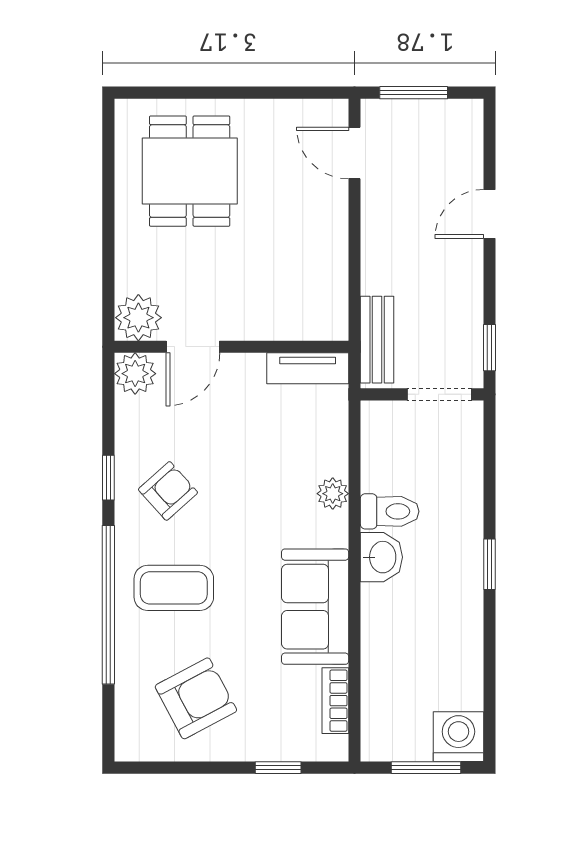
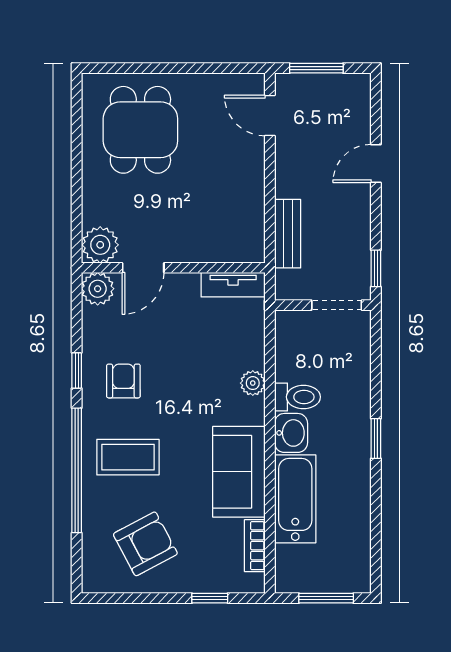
bench: (377, 340) -> (288, 234), moved
armchair: (168, 491) -> (123, 381), turned -48
bathtub: (387, 641) -> (295, 499), added
washing machine: (458, 737) -> (352, 574), removed

